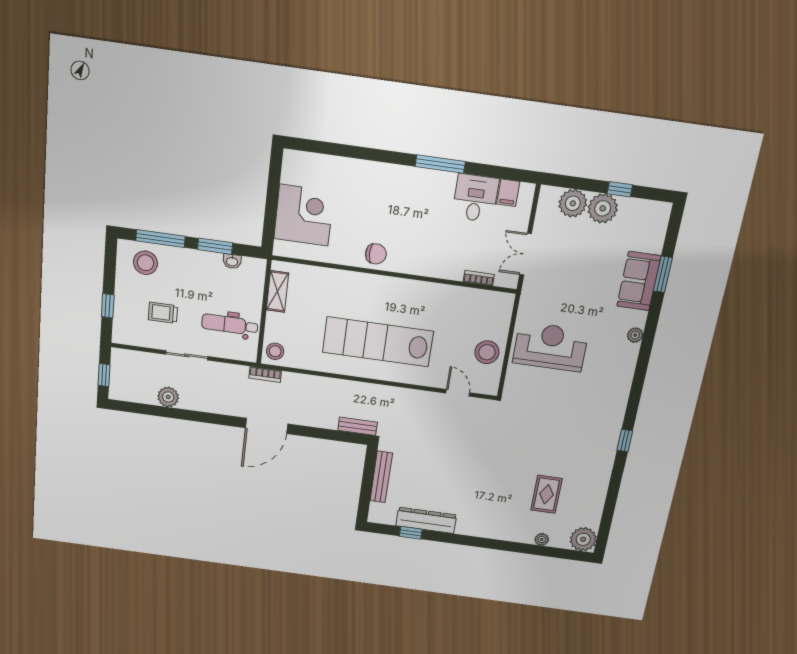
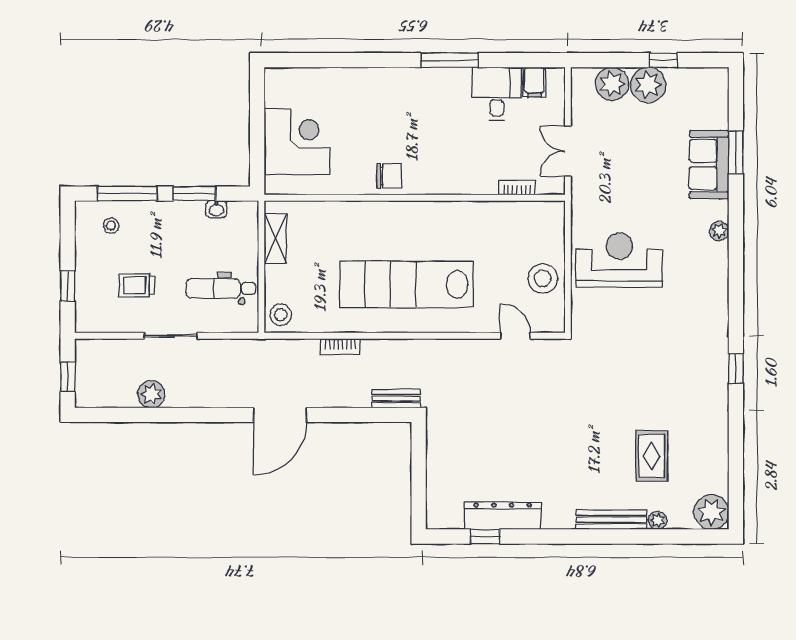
stool: (145, 263) -> (111, 226), width x0.53, depth x0.53
bookcase: (265, 374) -> (341, 347), moved
bench: (381, 477) -> (611, 520), moved, turned 90

